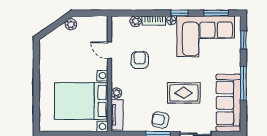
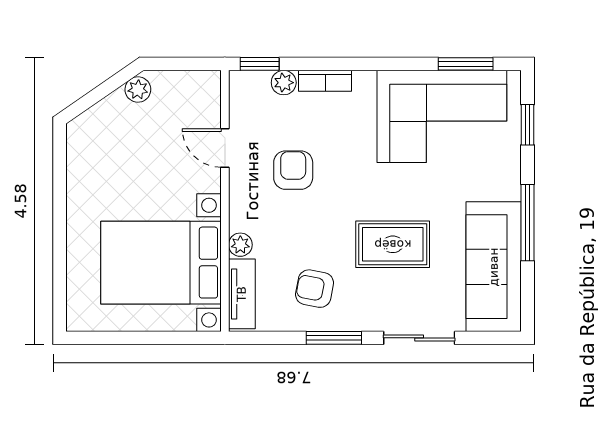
window: (180, 13) -> (260, 64), moved
floor lamp: (171, 20) -> (364, 81), removed
armchair: (160, 120) -> (315, 289), moved

